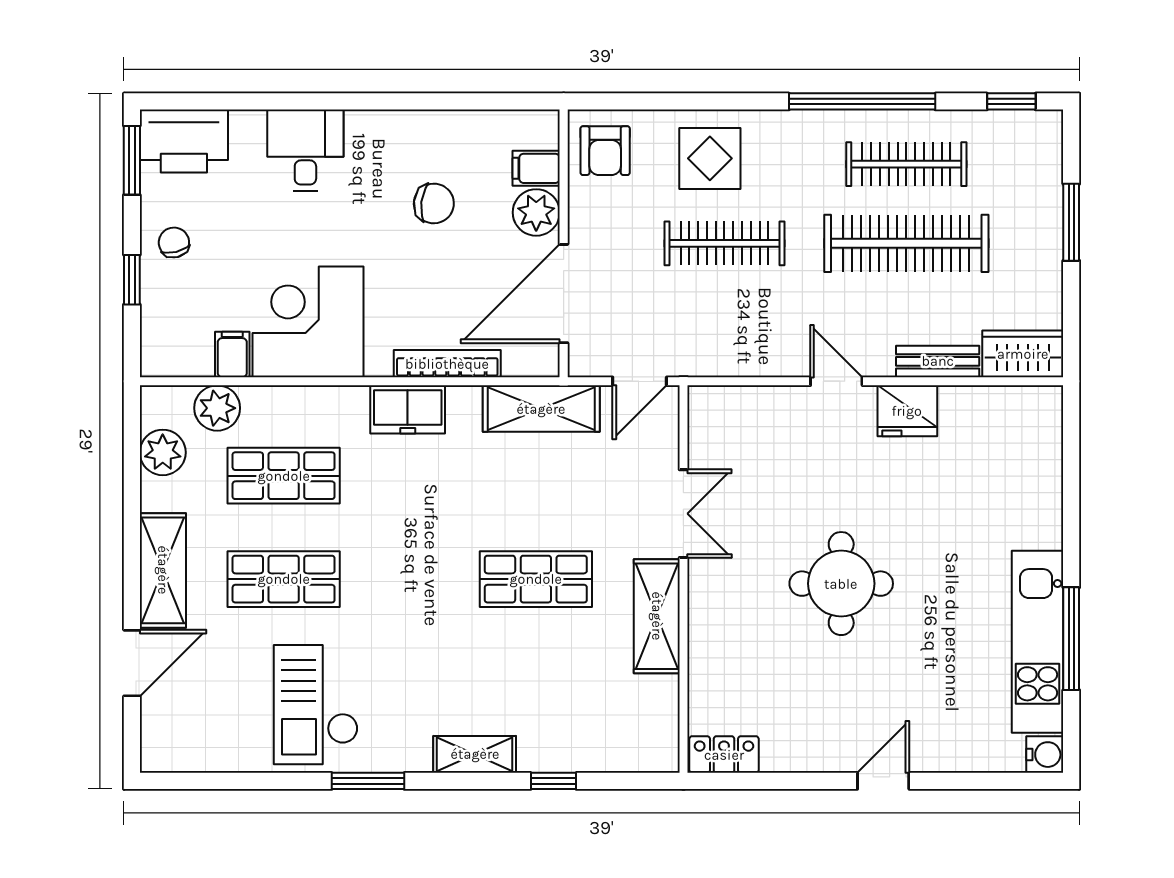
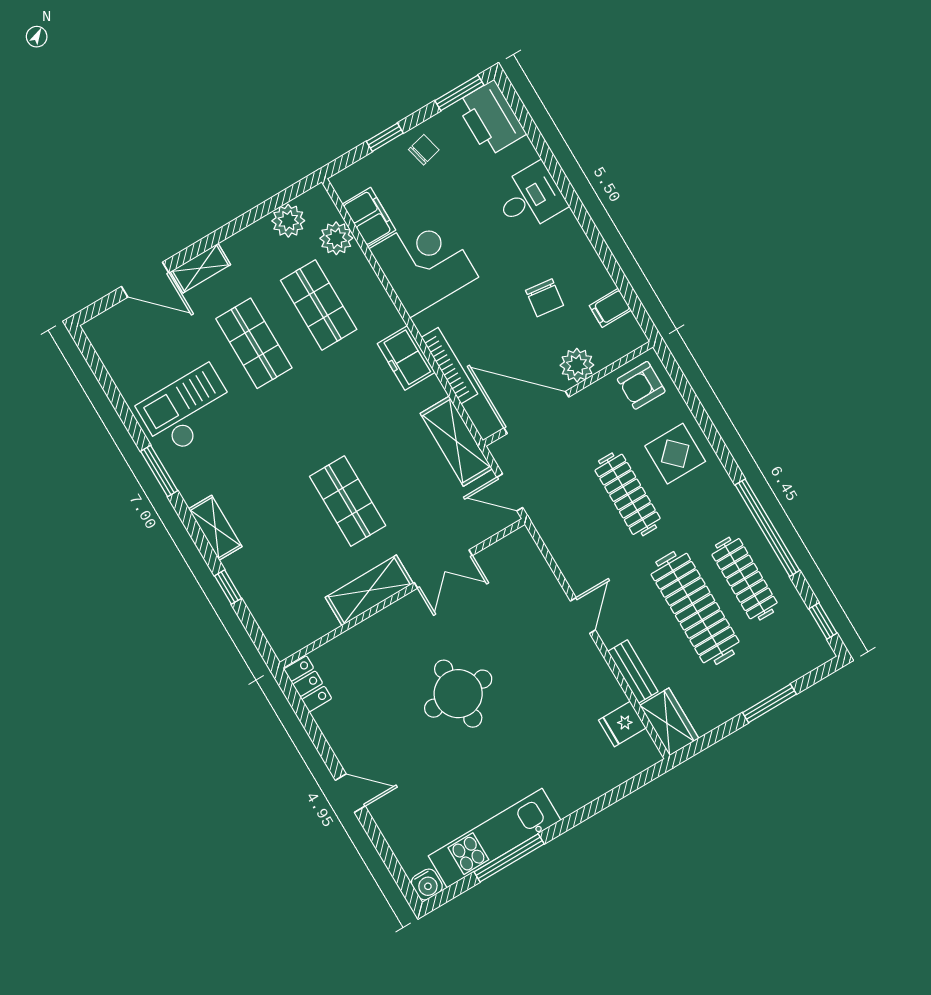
filing cabinet: (536, 168) -> (610, 308), moved, turned -90
filing cabinet: (232, 354) -> (369, 217), width x2.00
fridge: (907, 411) -> (622, 724), moved, width x0.72
shelving: (163, 570) -> (200, 268), width x0.67, depth x0.75

